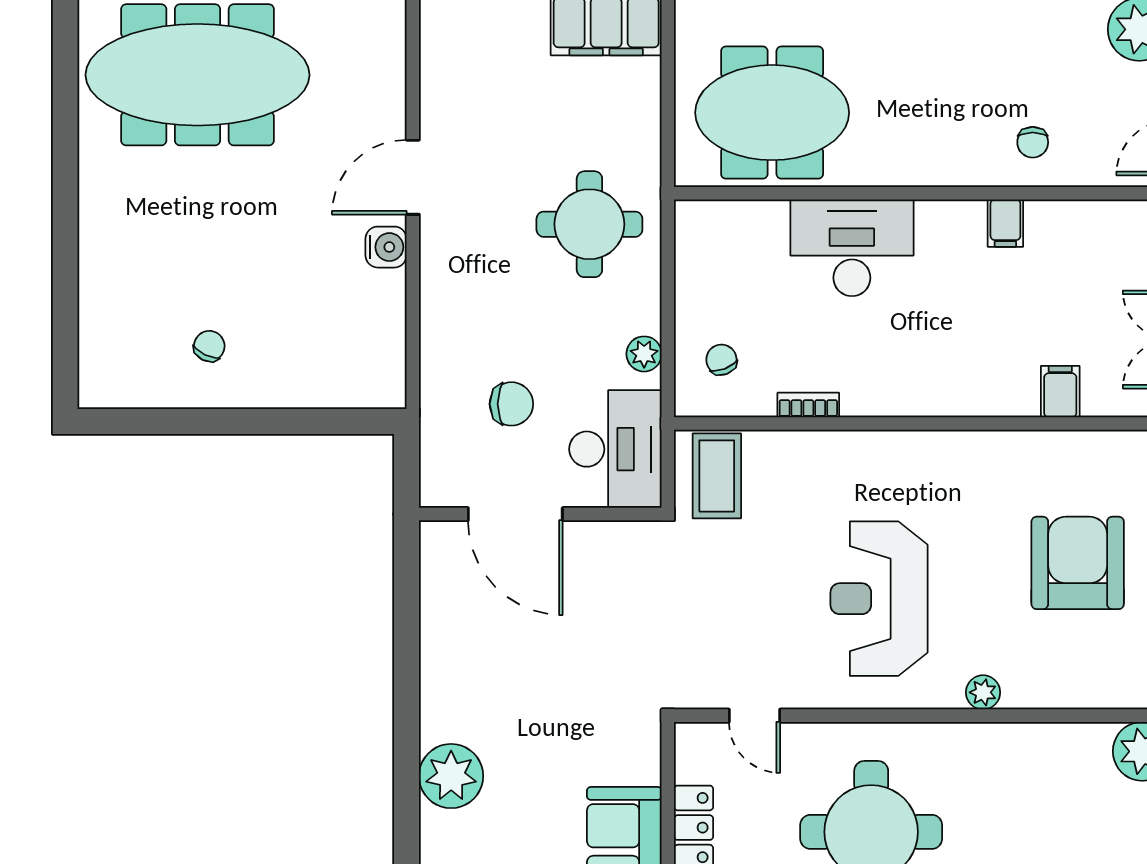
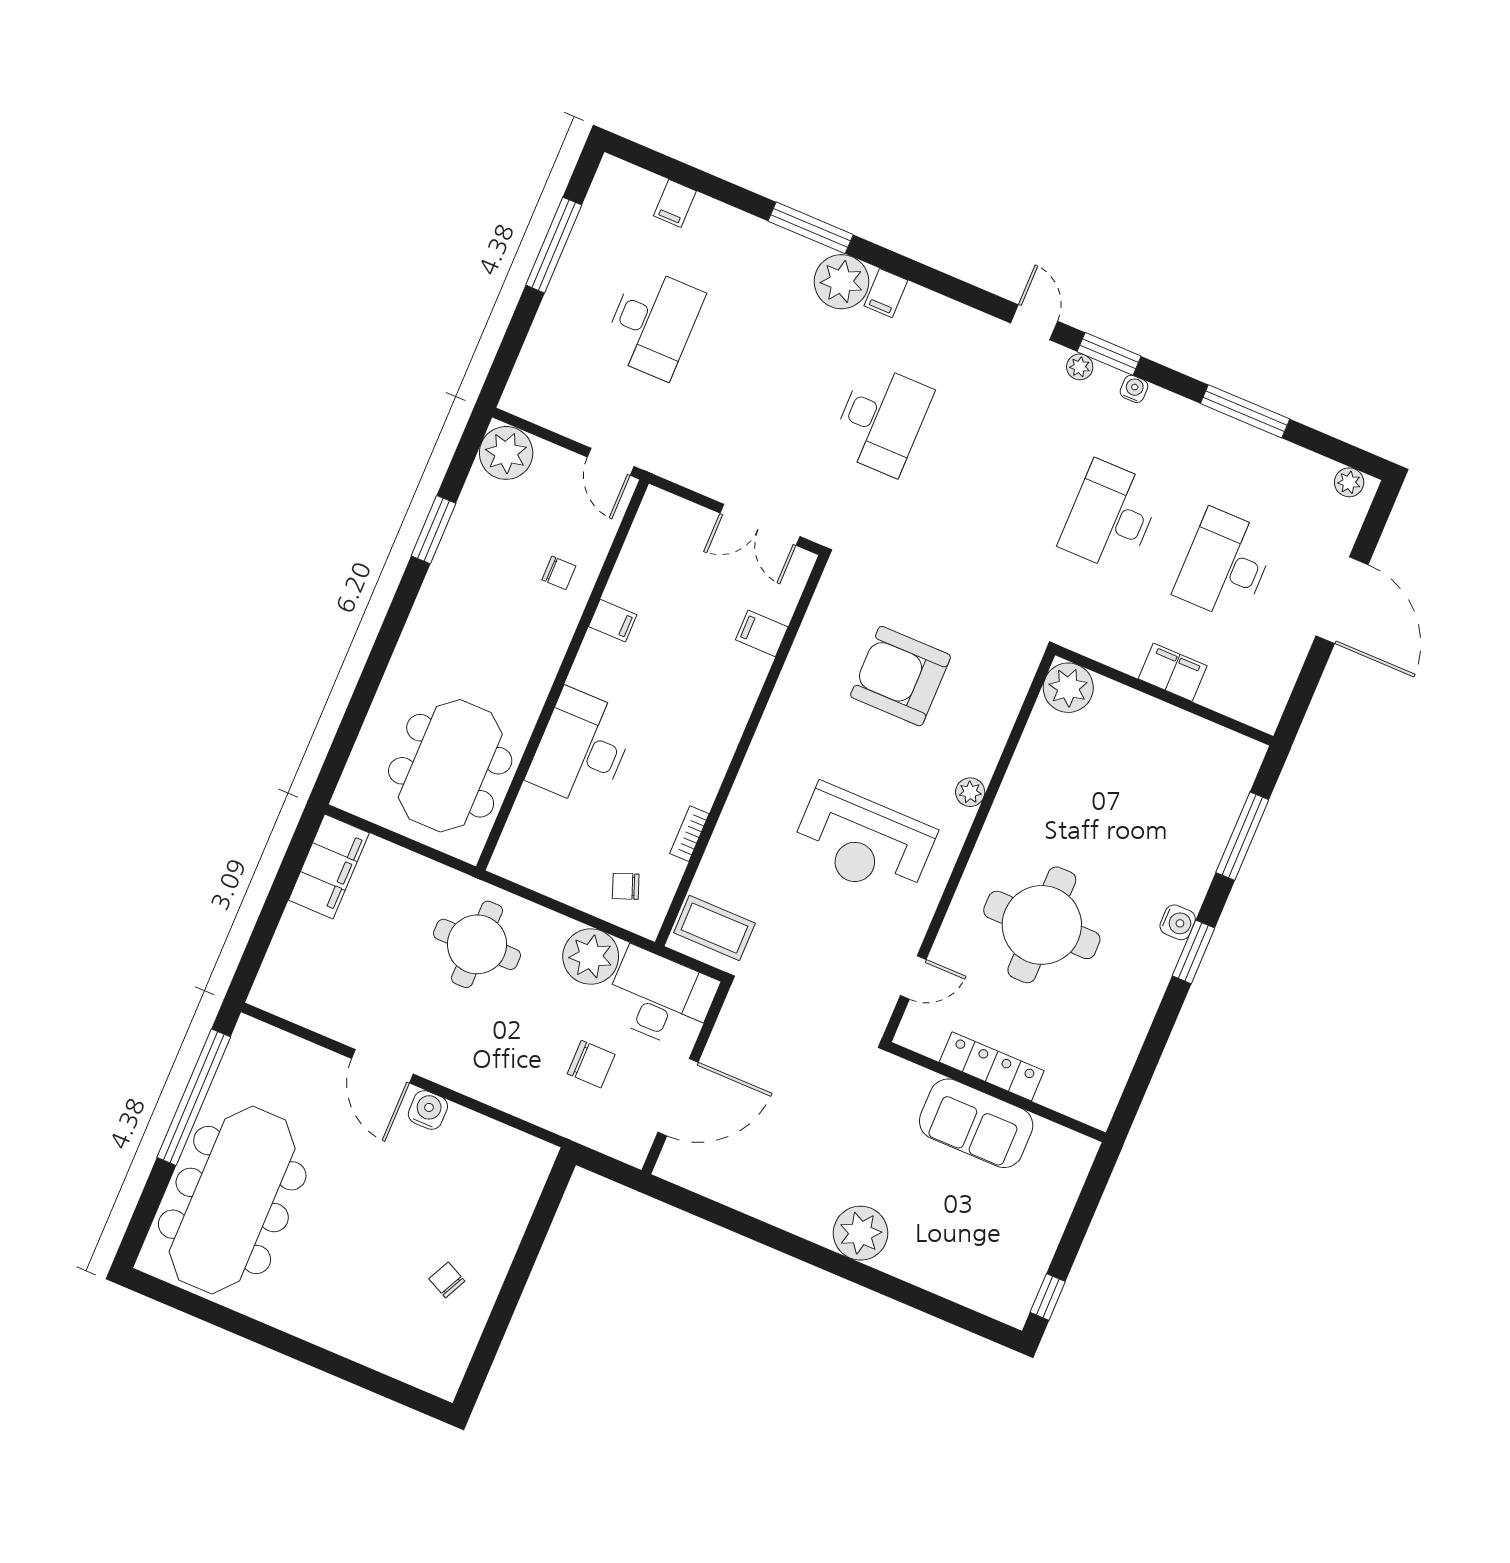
plant: (644, 354) -> (591, 957), width x1.87, depth x1.87
chair: (511, 404) -> (591, 1064), turned 90

